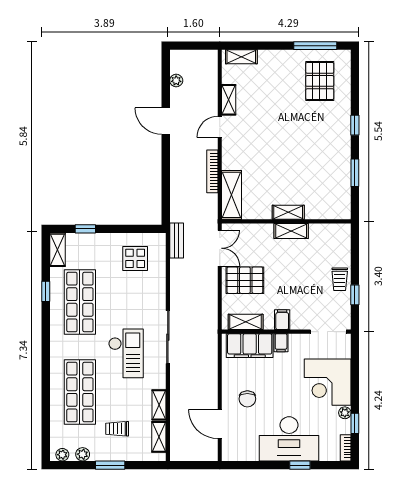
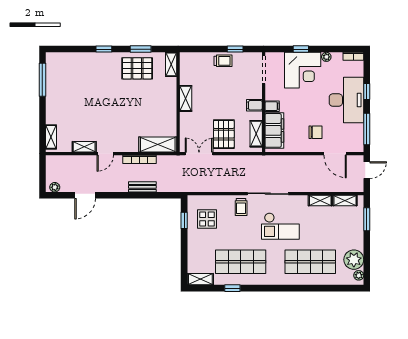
plant: (176, 81) -> (55, 187), moved
pallet: (320, 81) -> (137, 68), moved
door: (166, 121) -> (85, 195), moved
door: (220, 127) -> (105, 154), hinge flipped
shelving: (288, 212) -> (171, 64), moved
window: (85, 229) -> (184, 220), moved
bench: (177, 241) -> (142, 187), moved
checkout: (126, 353) -> (280, 226), turned 180
window: (355, 423) -> (301, 49), moved
door: (220, 424) -> (335, 154), hinge flipped
trolley: (117, 429) -> (241, 207), moved
plant: (83, 454) -> (354, 260), width x1.87, depth x1.87
window: (110, 465) -> (367, 219), moved
door: (198, 465) -> (367, 170), added
window: (252, 465) -> (367, 129), added

